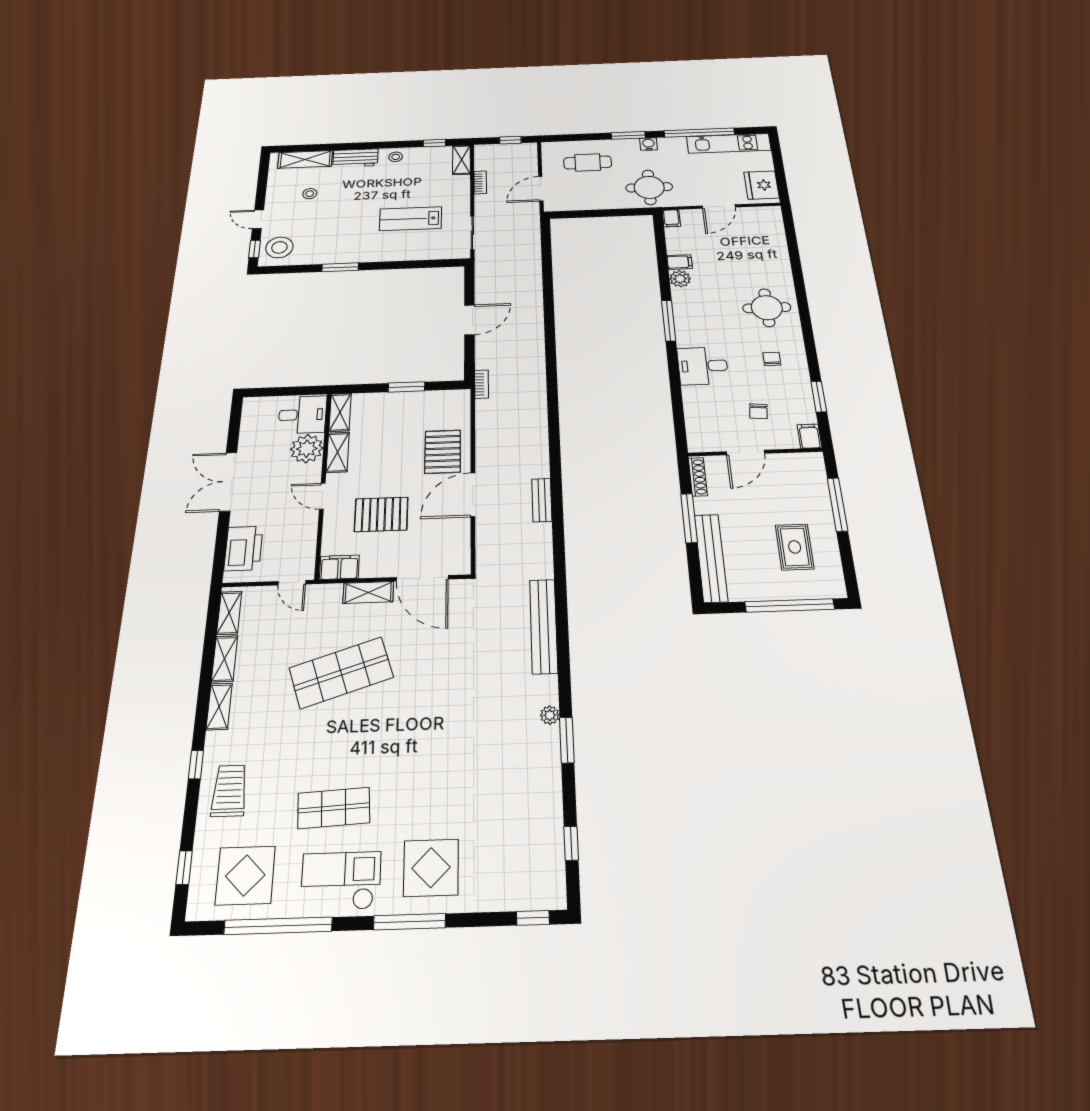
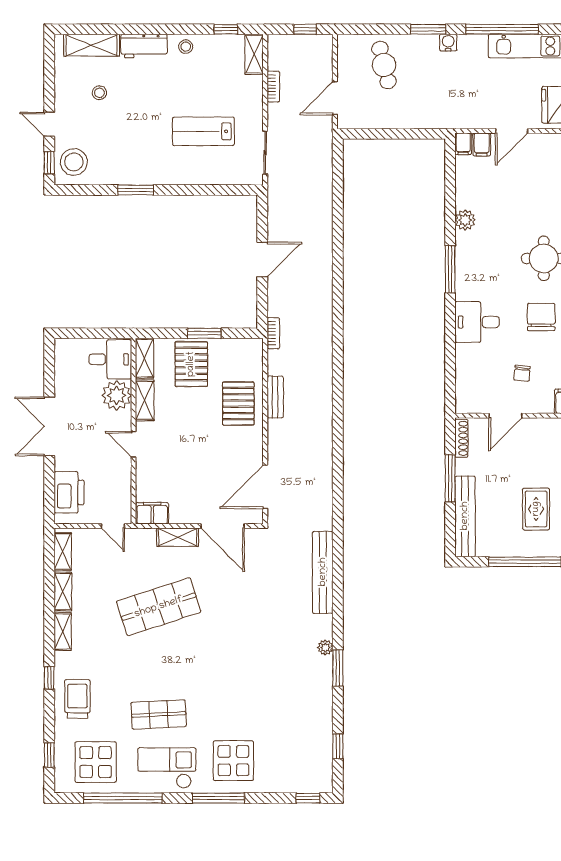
cafe table: (588, 163) -> (384, 65), turned 76
round table: (649, 187) -> (444, 102), removed
filing cabinet: (680, 262) -> (482, 144), moved, turned 90
chair: (772, 359) -> (541, 317), width x1.87, depth x1.87
door: (473, 495) -> (265, 487), moved
bench: (542, 500) -> (275, 397), moved
pallet: (381, 514) -> (191, 364), moved, turned 90

